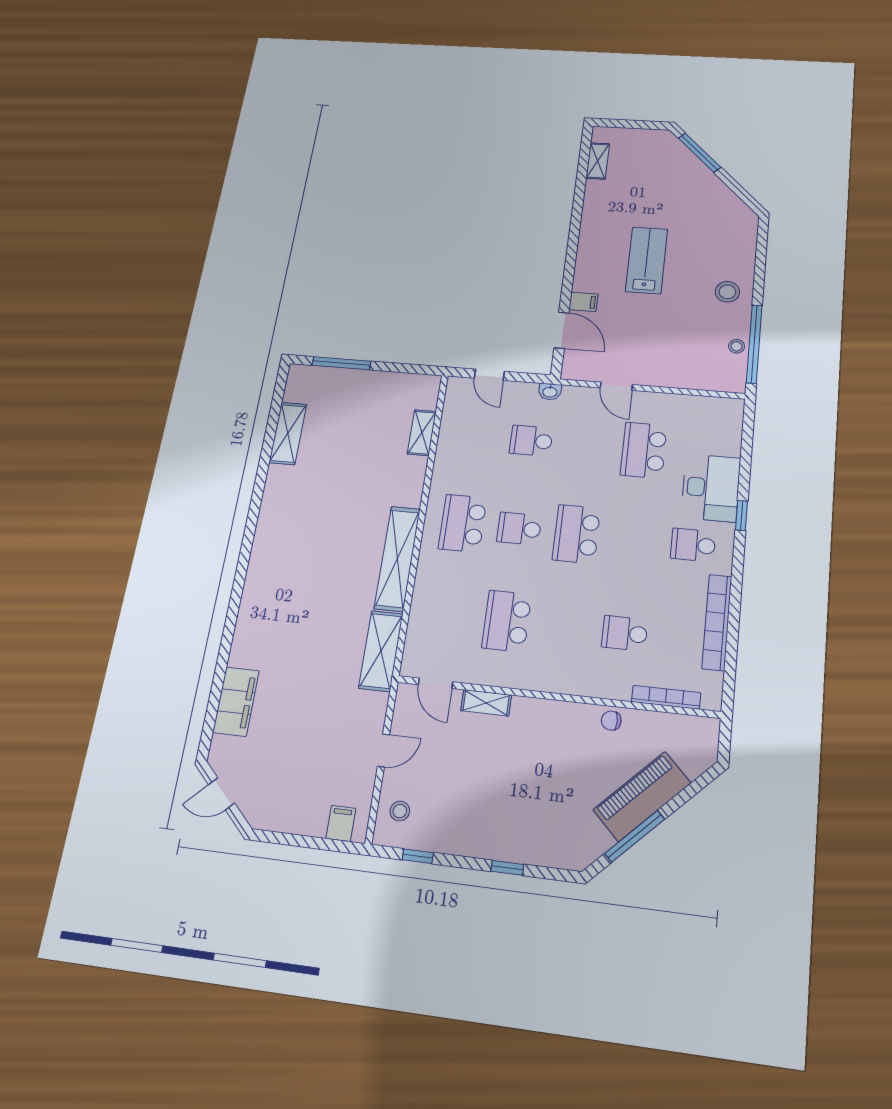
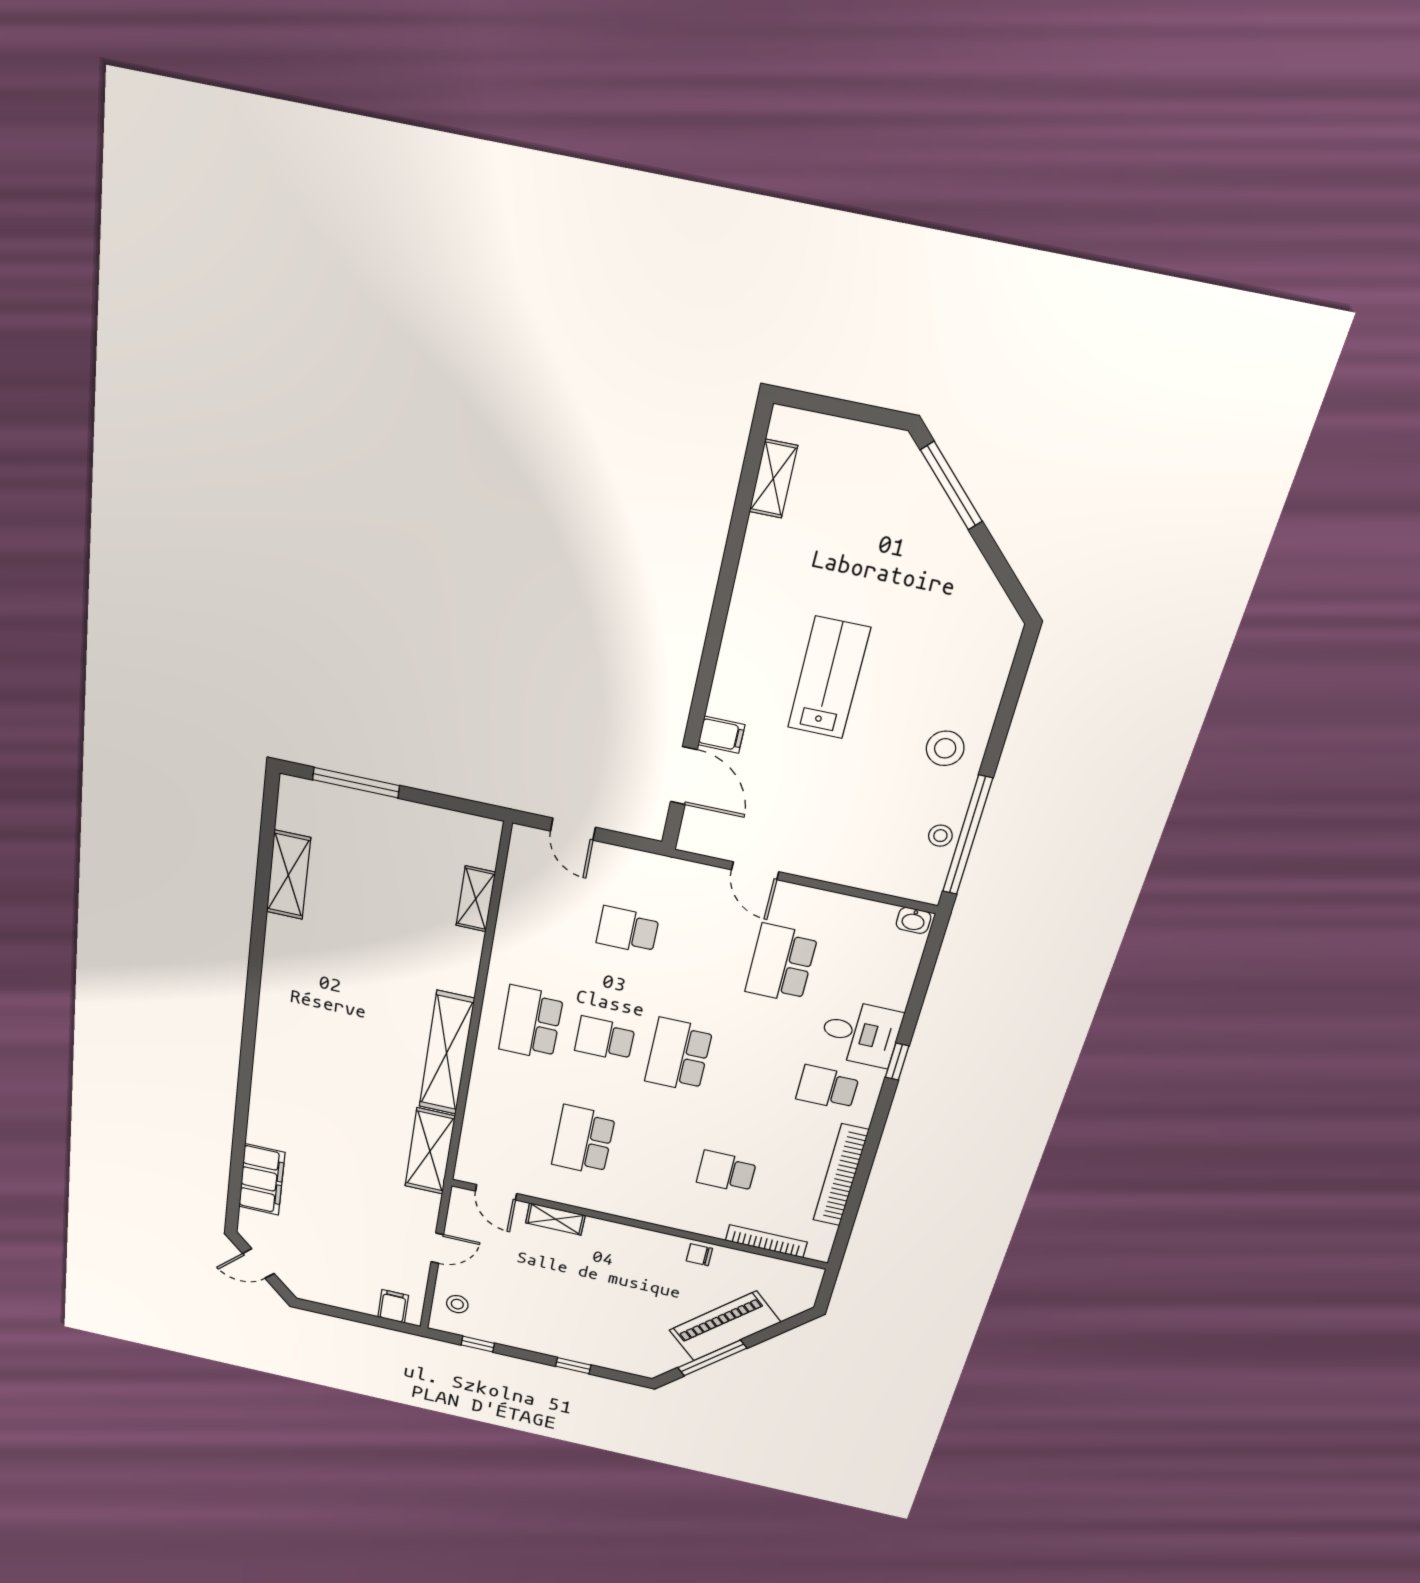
washbasin: (550, 392) -> (913, 920), moved
desk: (711, 488) -> (860, 1033), width x0.73

